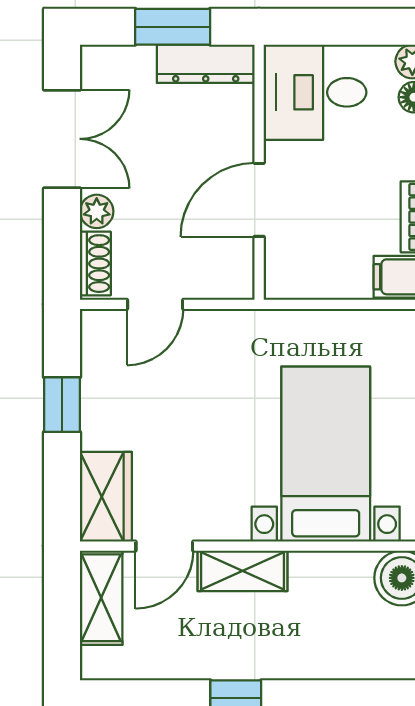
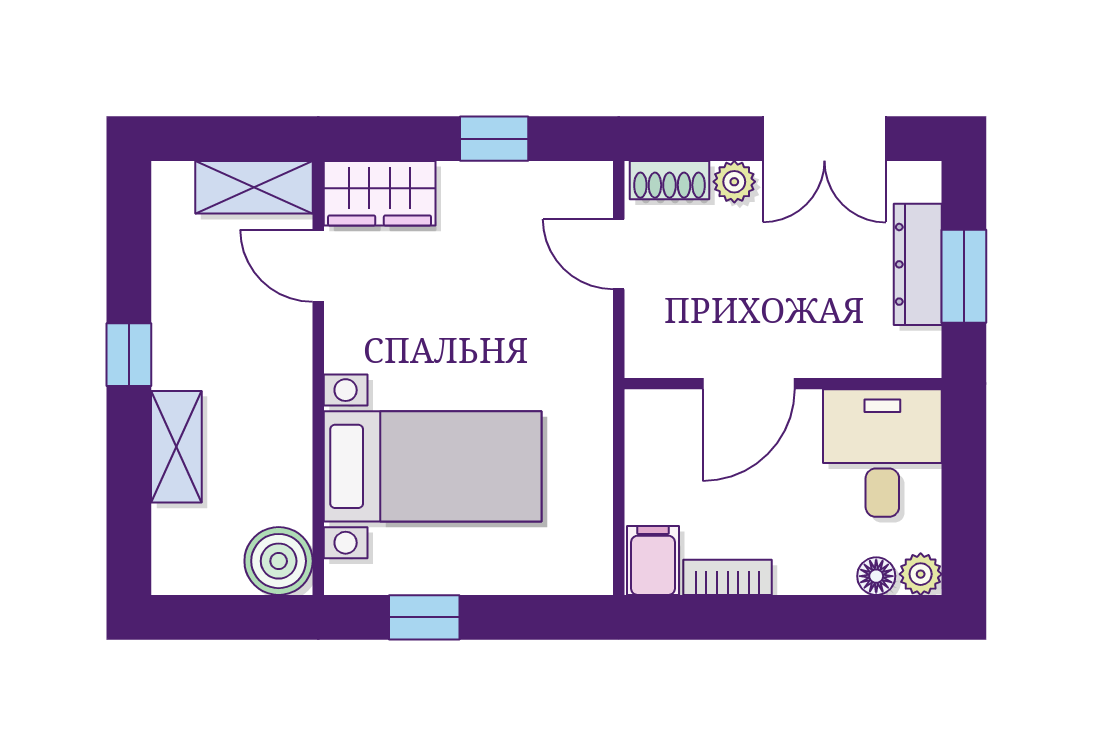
dresser: (206, 64) -> (918, 264), moved
door: (259, 200) -> (749, 384), swing flipped
shelving: (243, 571) -> (176, 447), moved

